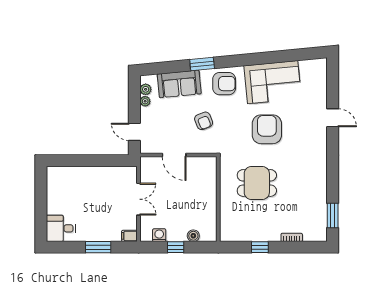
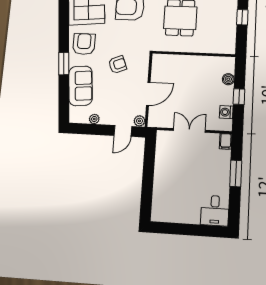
plant: (146, 89) -> (139, 121), moved

